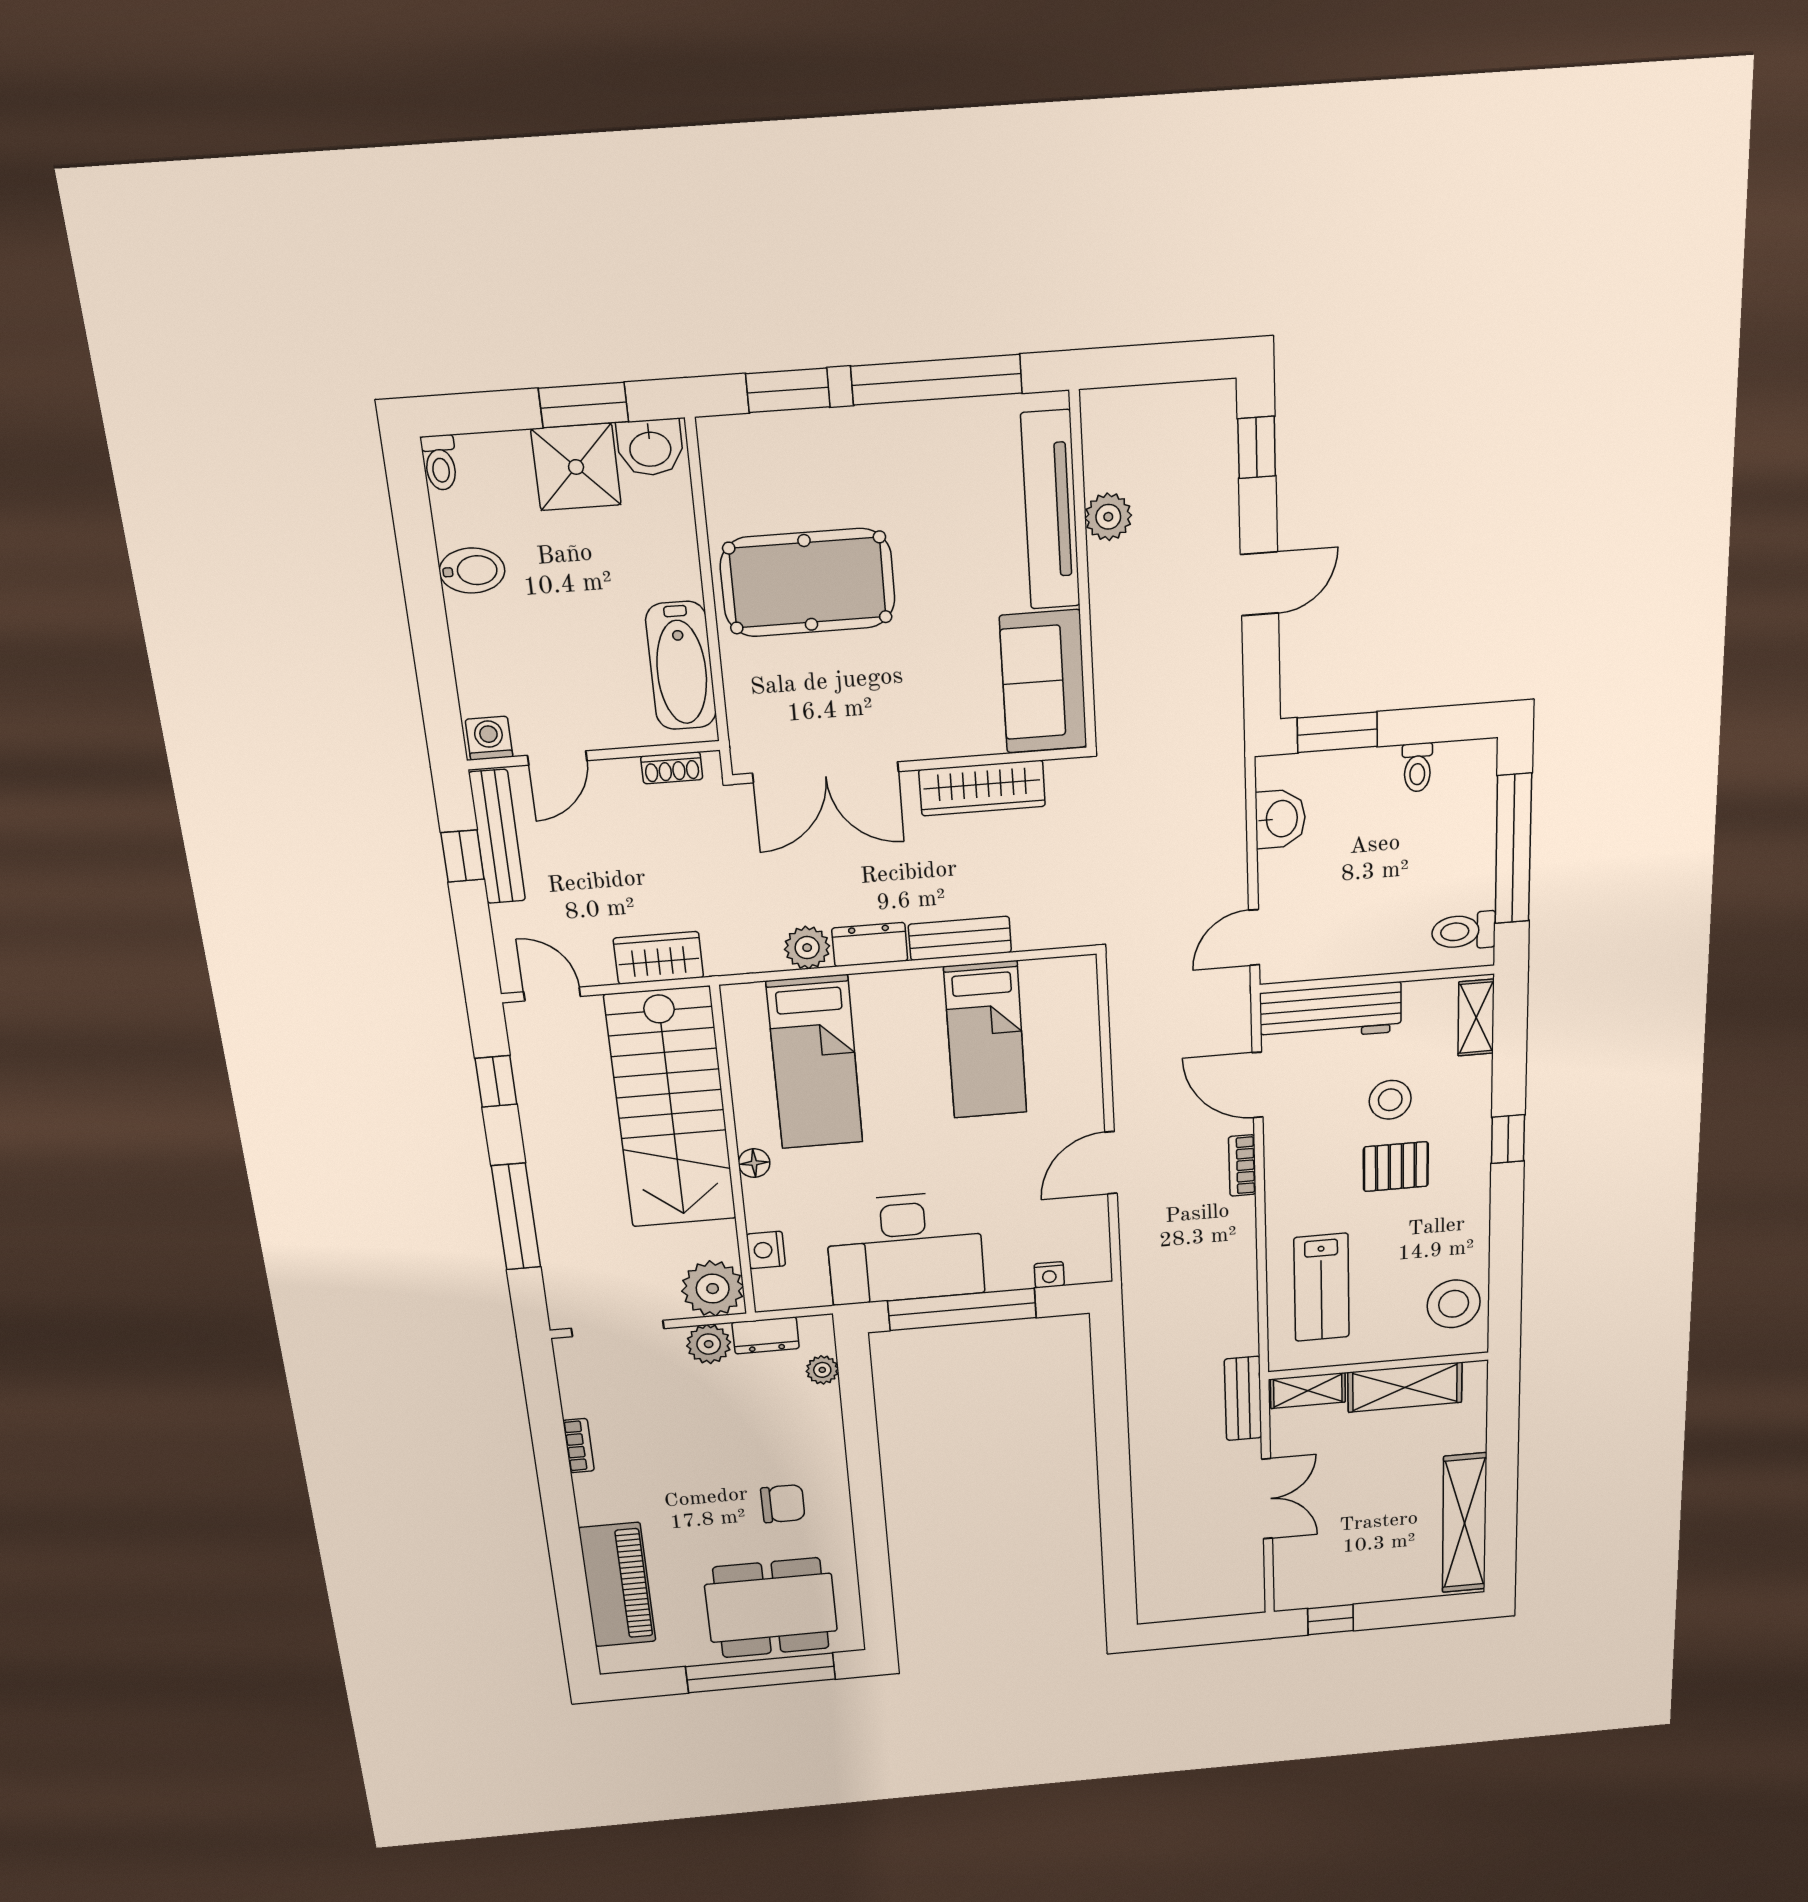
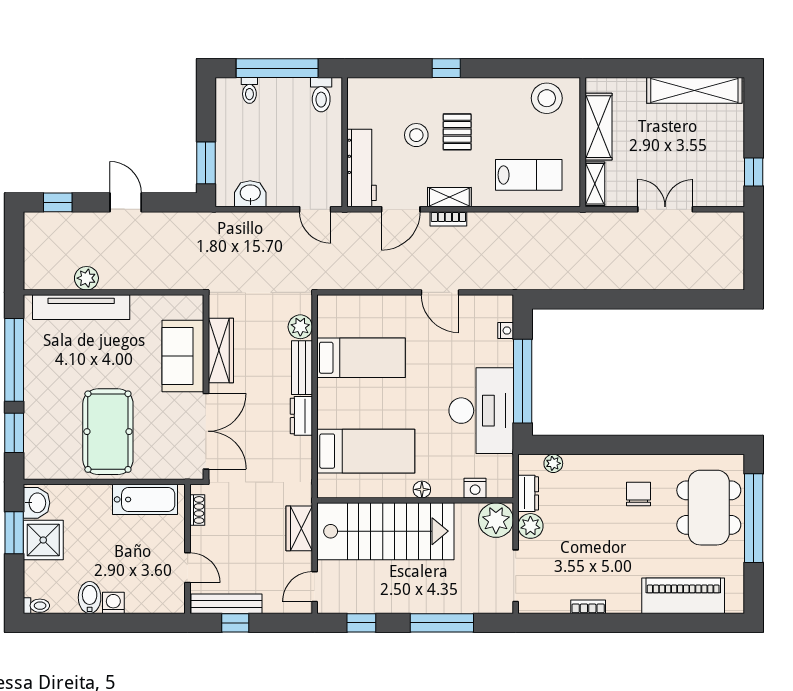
sofa: (1043, 682) -> (183, 356), moved, turned 90
washing machine: (489, 738) -> (113, 603), moved, turned 90
toilet: (1417, 767) -> (249, 90), moved, turned 90
plant: (807, 948) -> (300, 327), moved
shelving: (1476, 1018) -> (449, 197), moved
bench: (1243, 1398) -> (596, 222), removed

